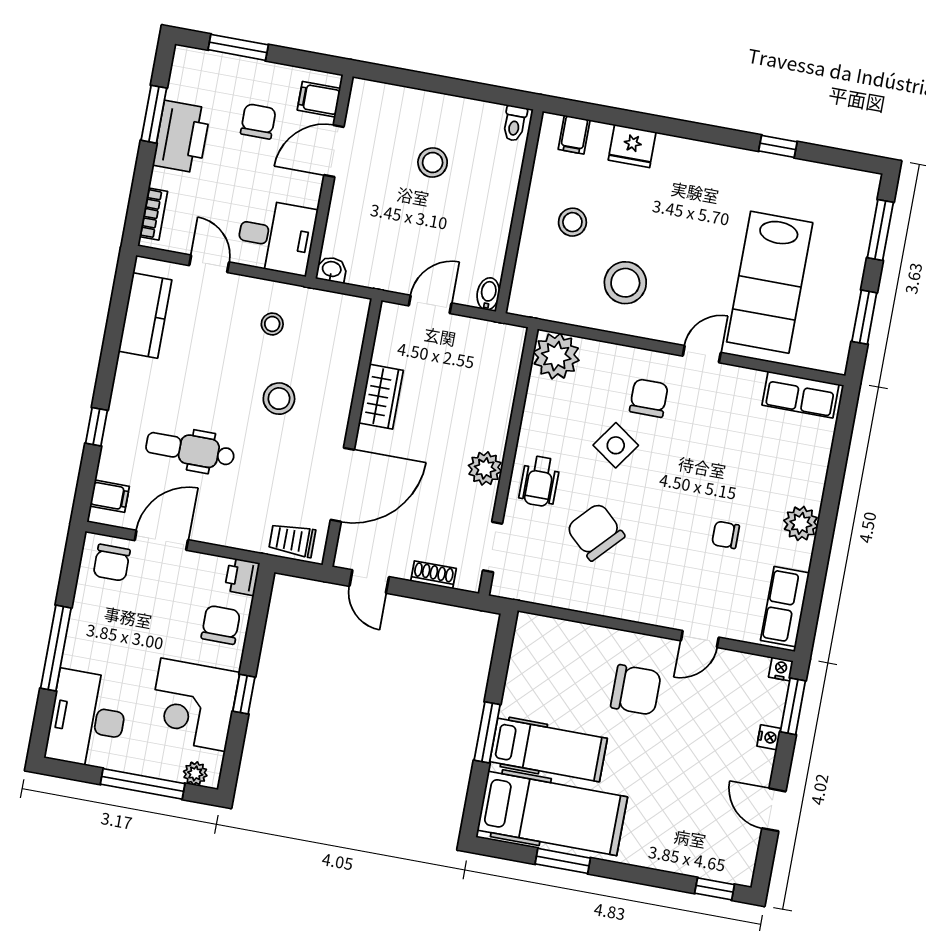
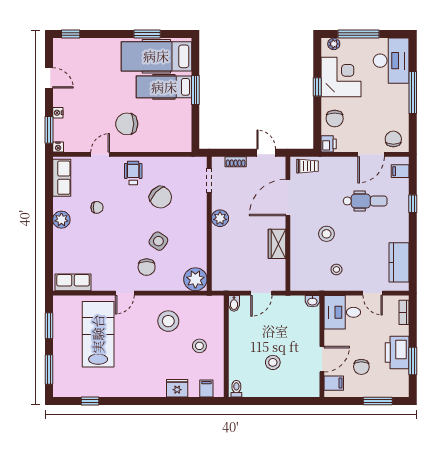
window: (778, 146) -> (90, 401), moved
wheelchair: (539, 481) -> (133, 173), moved

